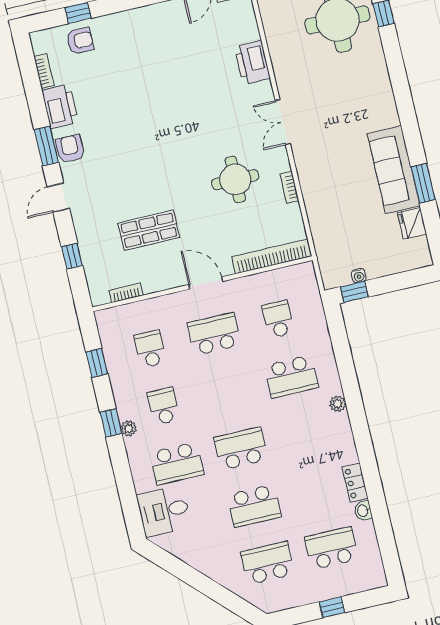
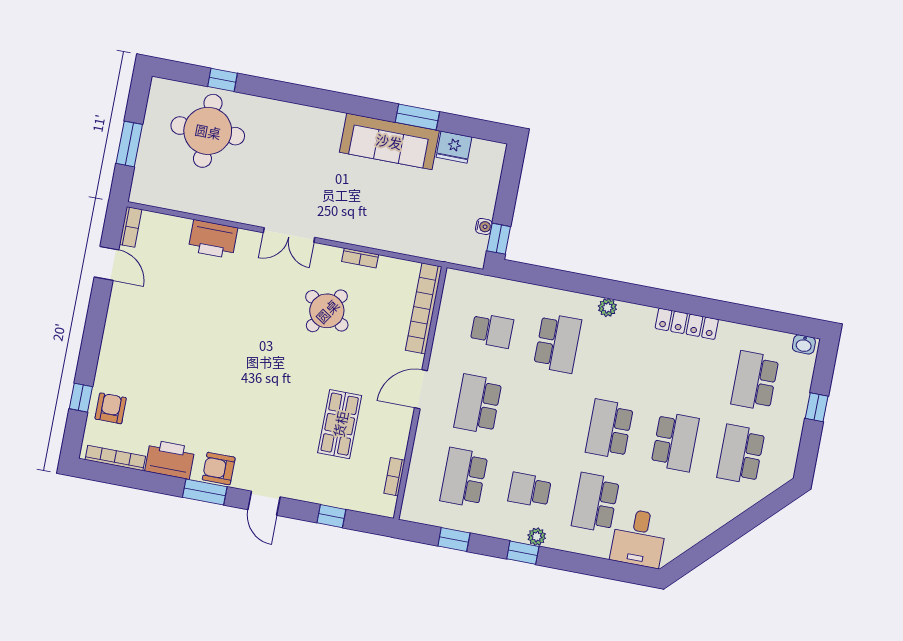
bookcase: (44, 71) -> (115, 458), width x1.56
round table: (235, 180) -> (327, 311), turned 33
school desk: (278, 319) -> (492, 331), turned 180
school desk: (150, 349) -> (464, 477), width x1.85
school desk: (177, 463) -> (595, 503), turned 180
locker: (355, 483) -> (687, 324), width x1.53
washbasin: (363, 511) -> (804, 344), moved

